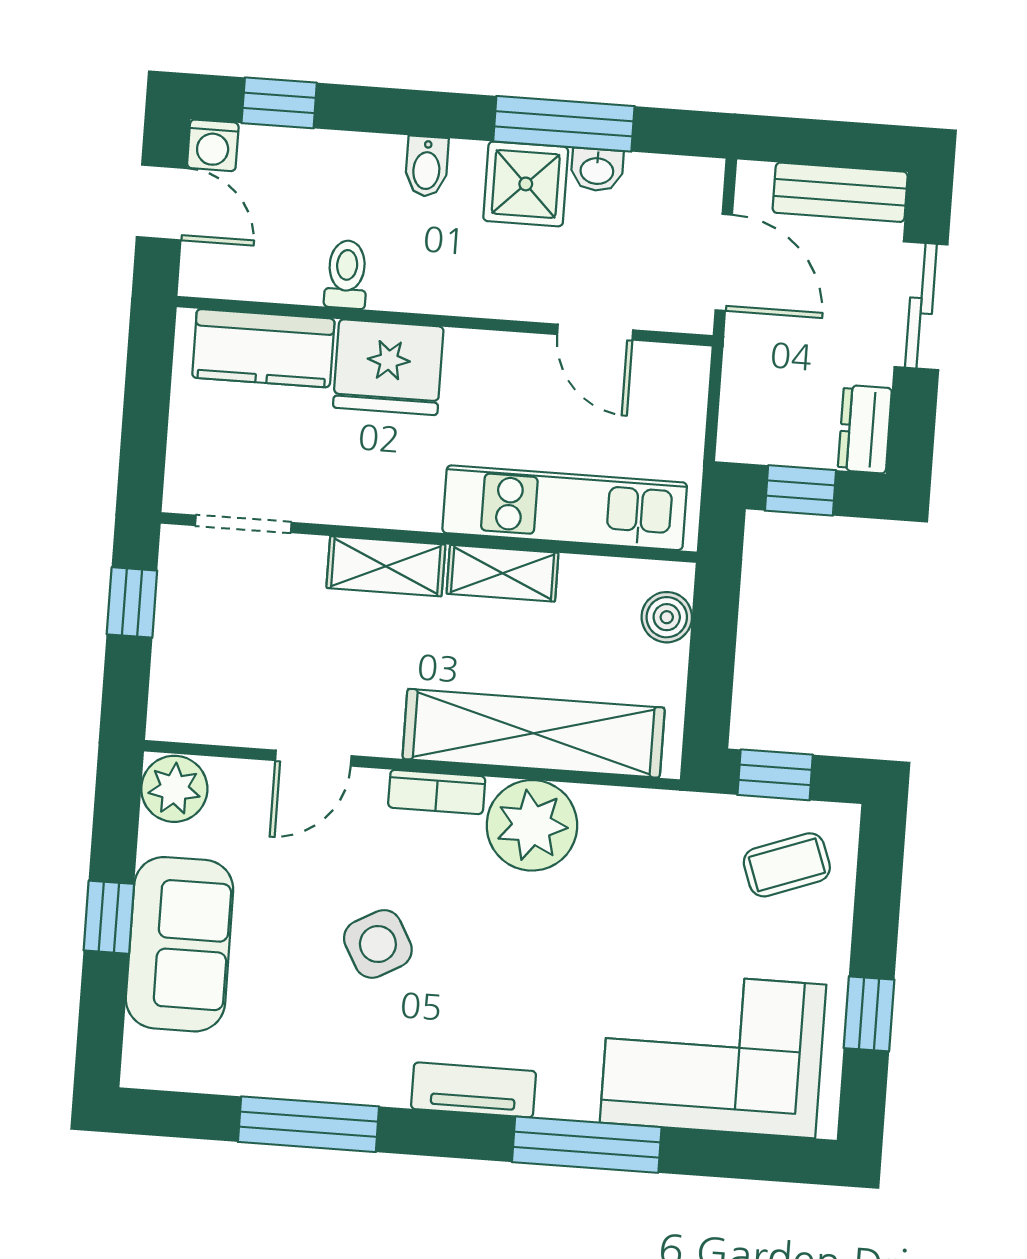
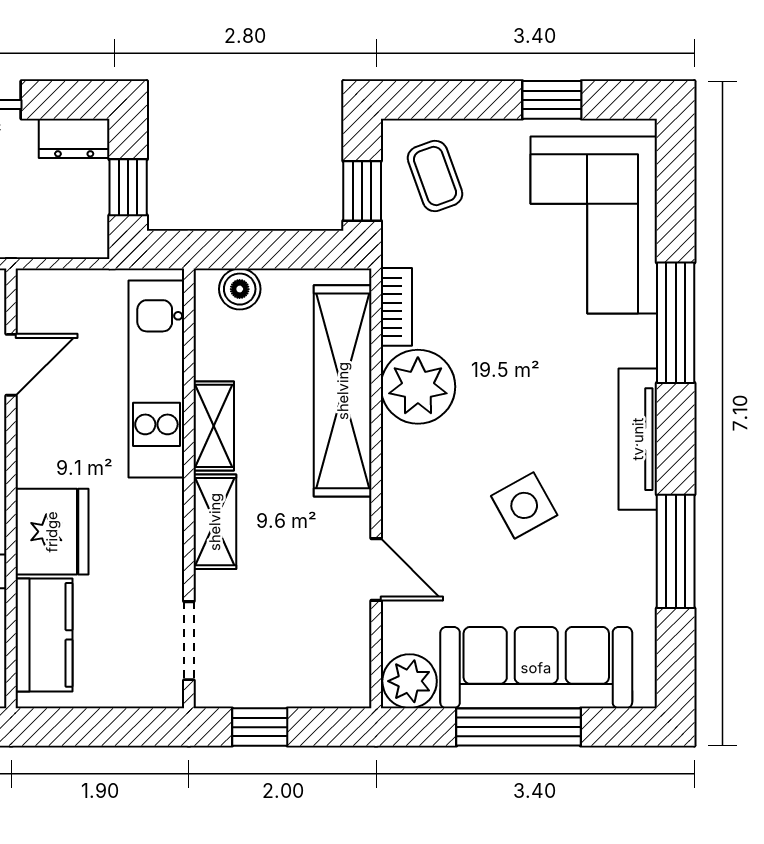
bookcase: (437, 792) -> (396, 307), moved
window: (109, 917) -> (518, 727), width x2.17
sofa: (180, 944) -> (536, 668), width x1.36
tv unit: (473, 1090) -> (638, 439), width x1.41

